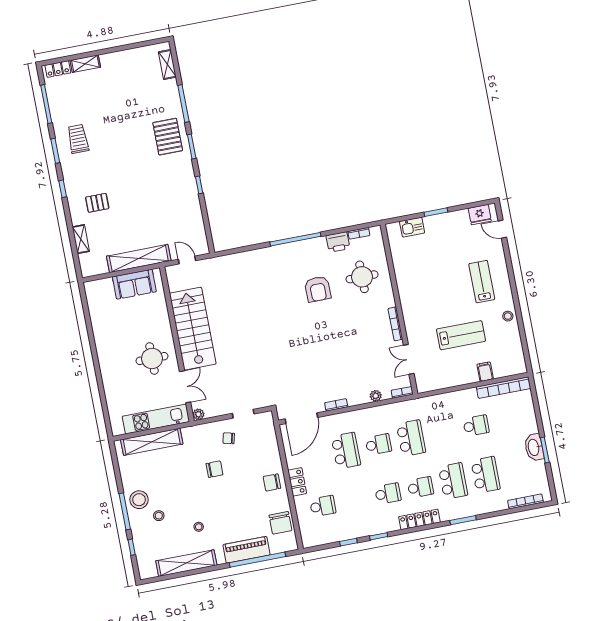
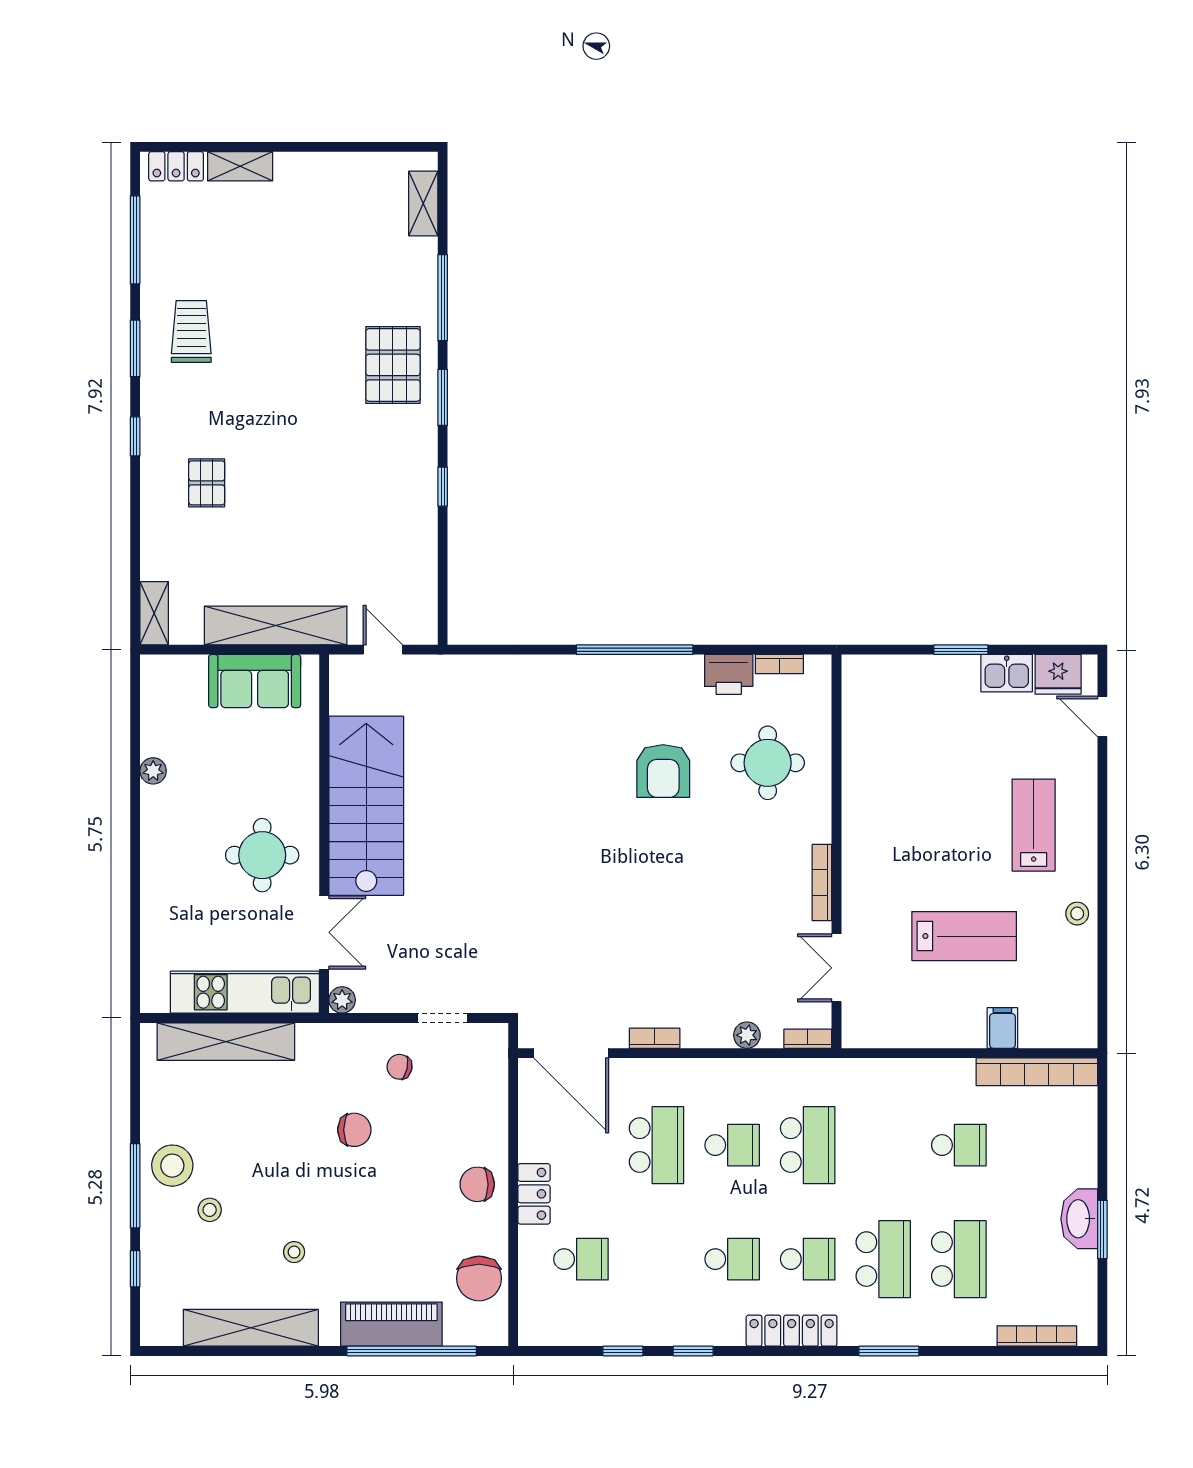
pallet: (97, 203) -> (207, 483), turned 90
kitchen sink: (412, 227) -> (1007, 673), moved
shelving: (81, 239) -> (154, 613), moved
plant: (98, 331) -> (153, 771), added
door: (301, 418) -> (571, 1053), hinge flipped

